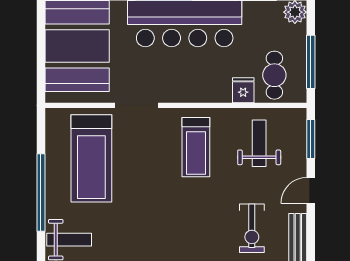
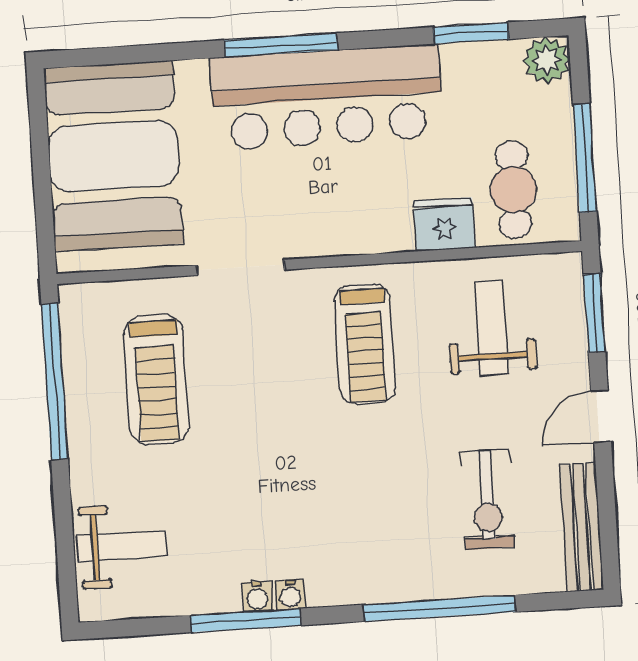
fridge: (243, 90) -> (444, 224), width x1.38
treadmill: (91, 158) -> (156, 380), width x0.73, depth x0.73
window: (41, 193) -> (55, 381), moved

